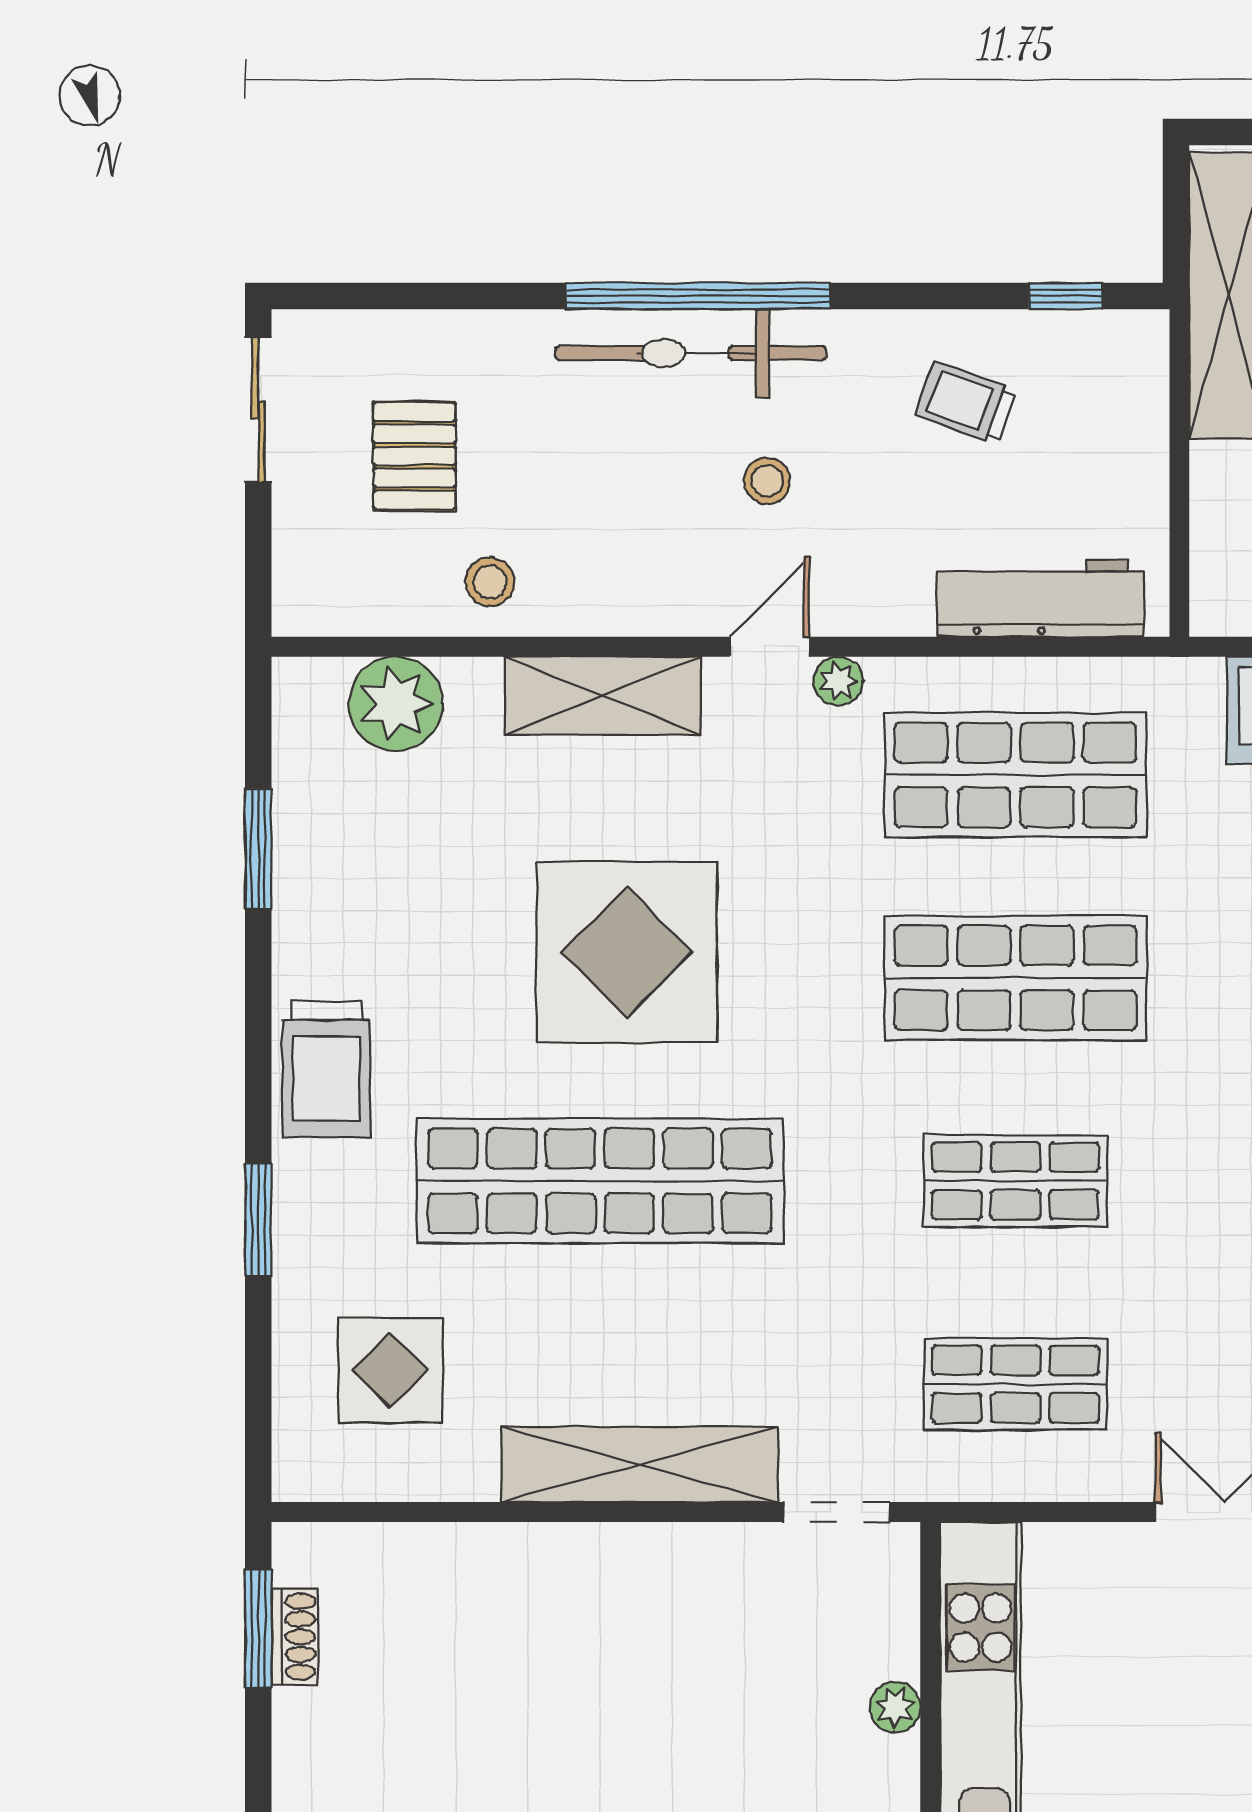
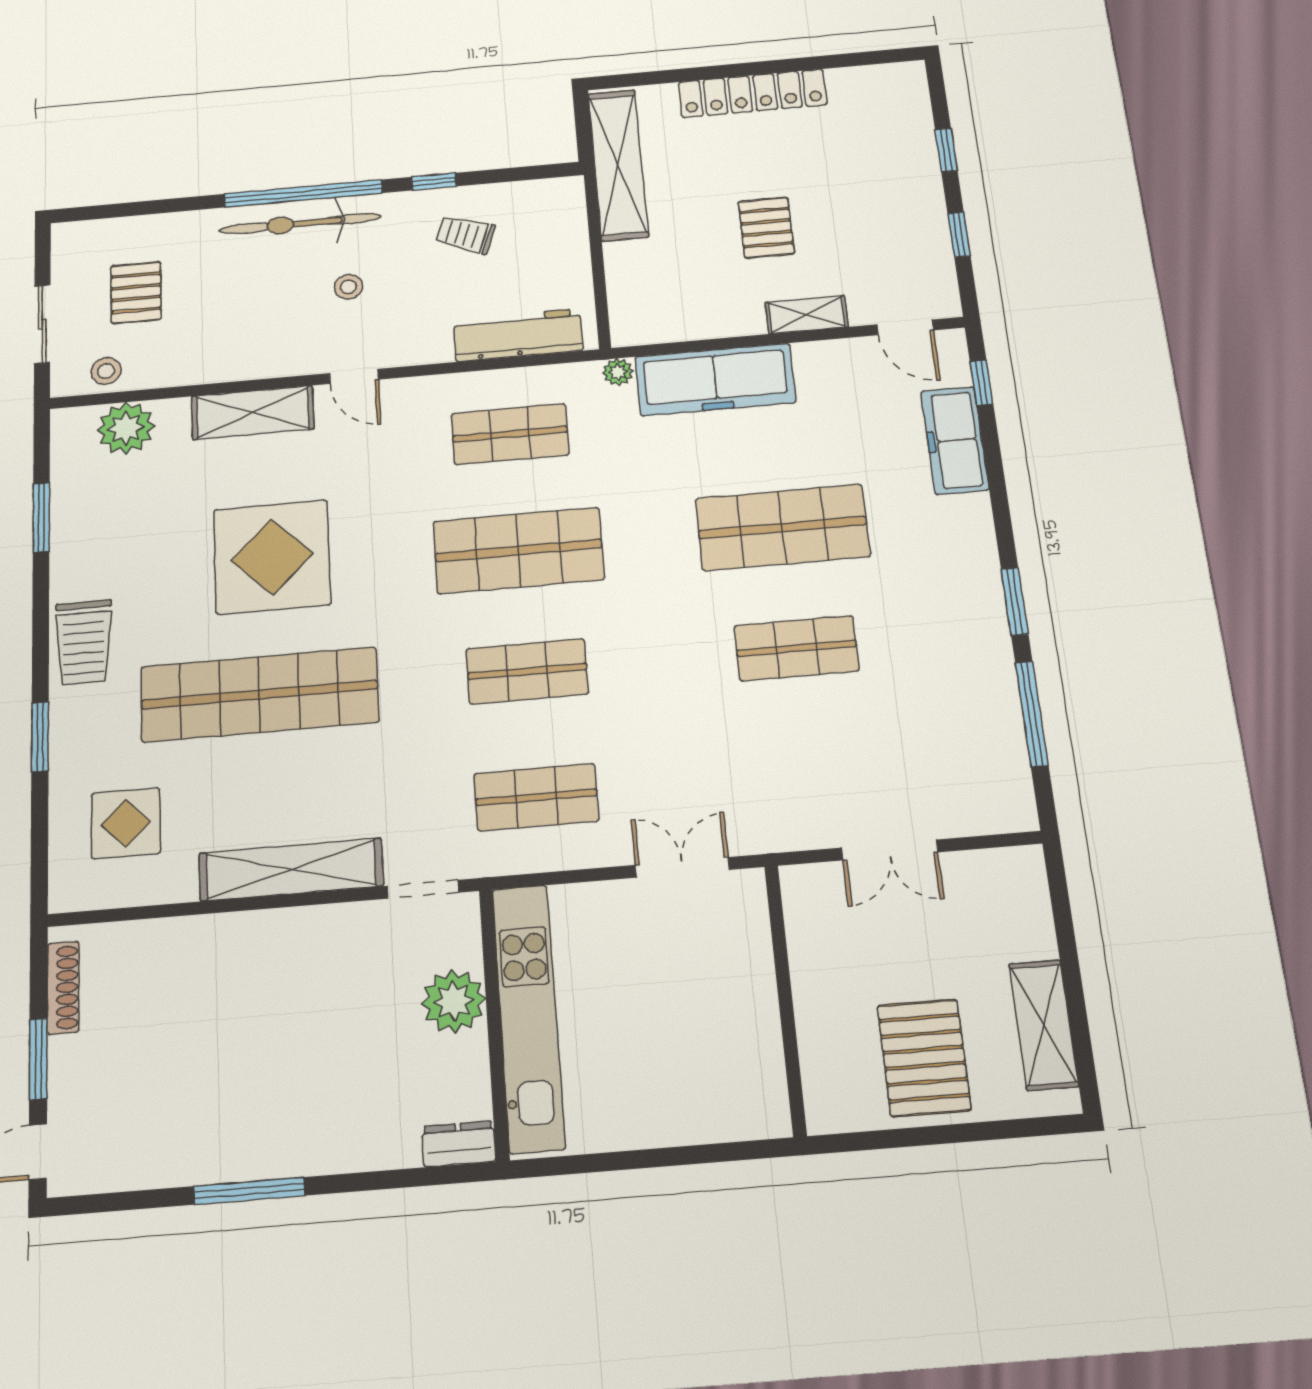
window: (1066, 296) -> (434, 182), moved
sliding door: (258, 409) -> (42, 324), moved
stool: (490, 582) -> (106, 371), moved
door: (770, 647) -> (354, 376), swing flipped
plant: (838, 681) -> (618, 372), moved
shop shelf: (1015, 775) -> (510, 434), width x0.70, depth x0.74
window: (258, 1629) -> (38, 1059), moved
shoe rack: (295, 1637) -> (63, 988), width x1.43
plant: (895, 1707) -> (454, 1001), width x1.88, depth x1.88

